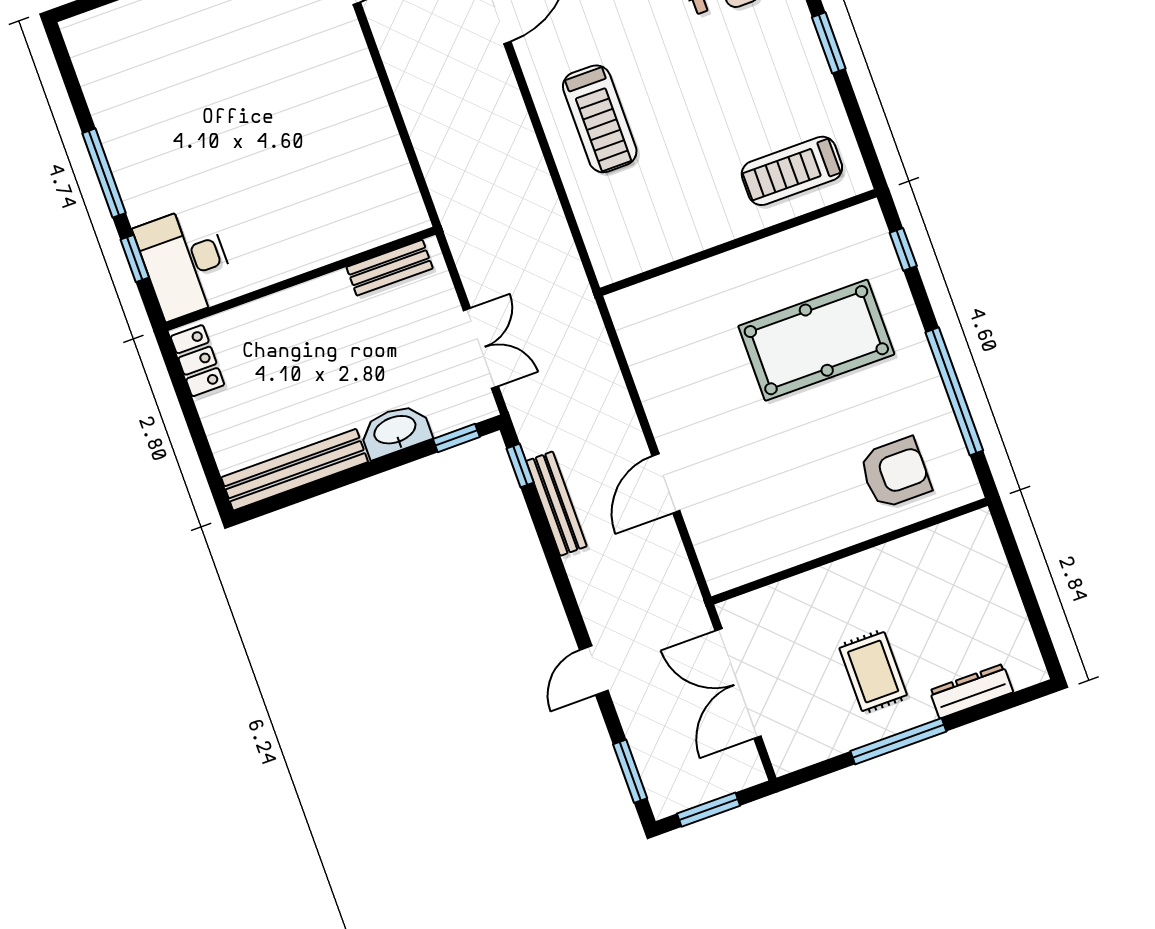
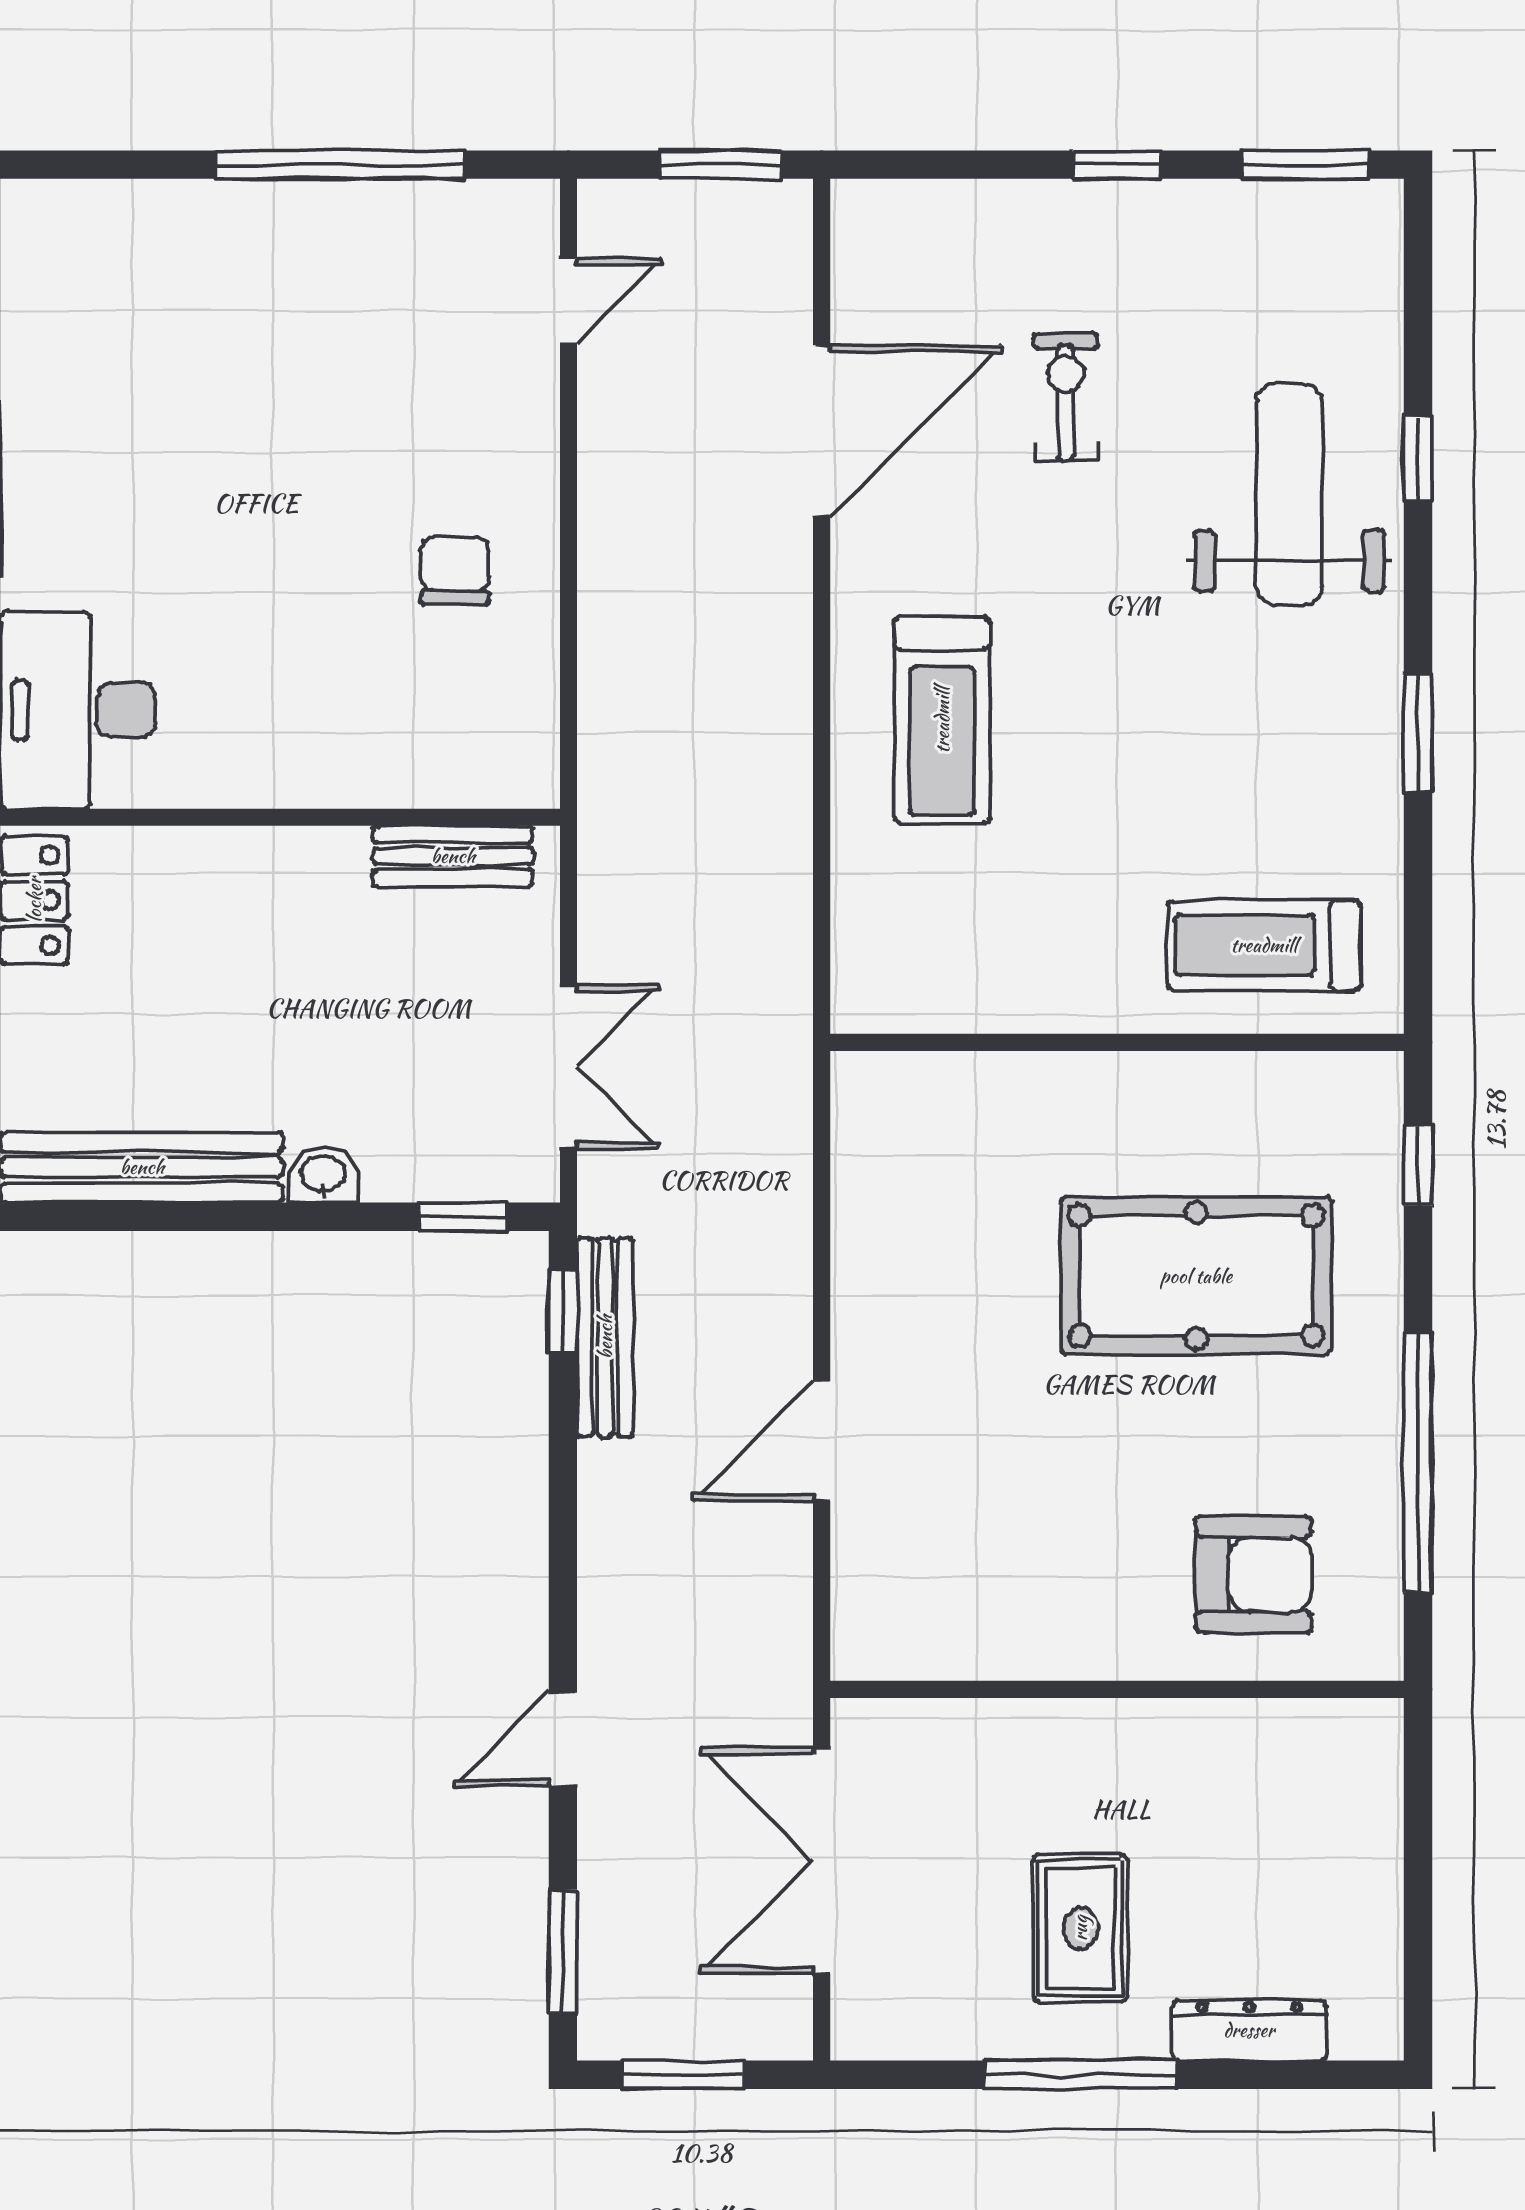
chair: (341, 131) -> (455, 570), added
washbasin: (395, 431) -> (323, 1175), width x0.52, depth x0.69
bench: (556, 504) -> (605, 1337), moved

